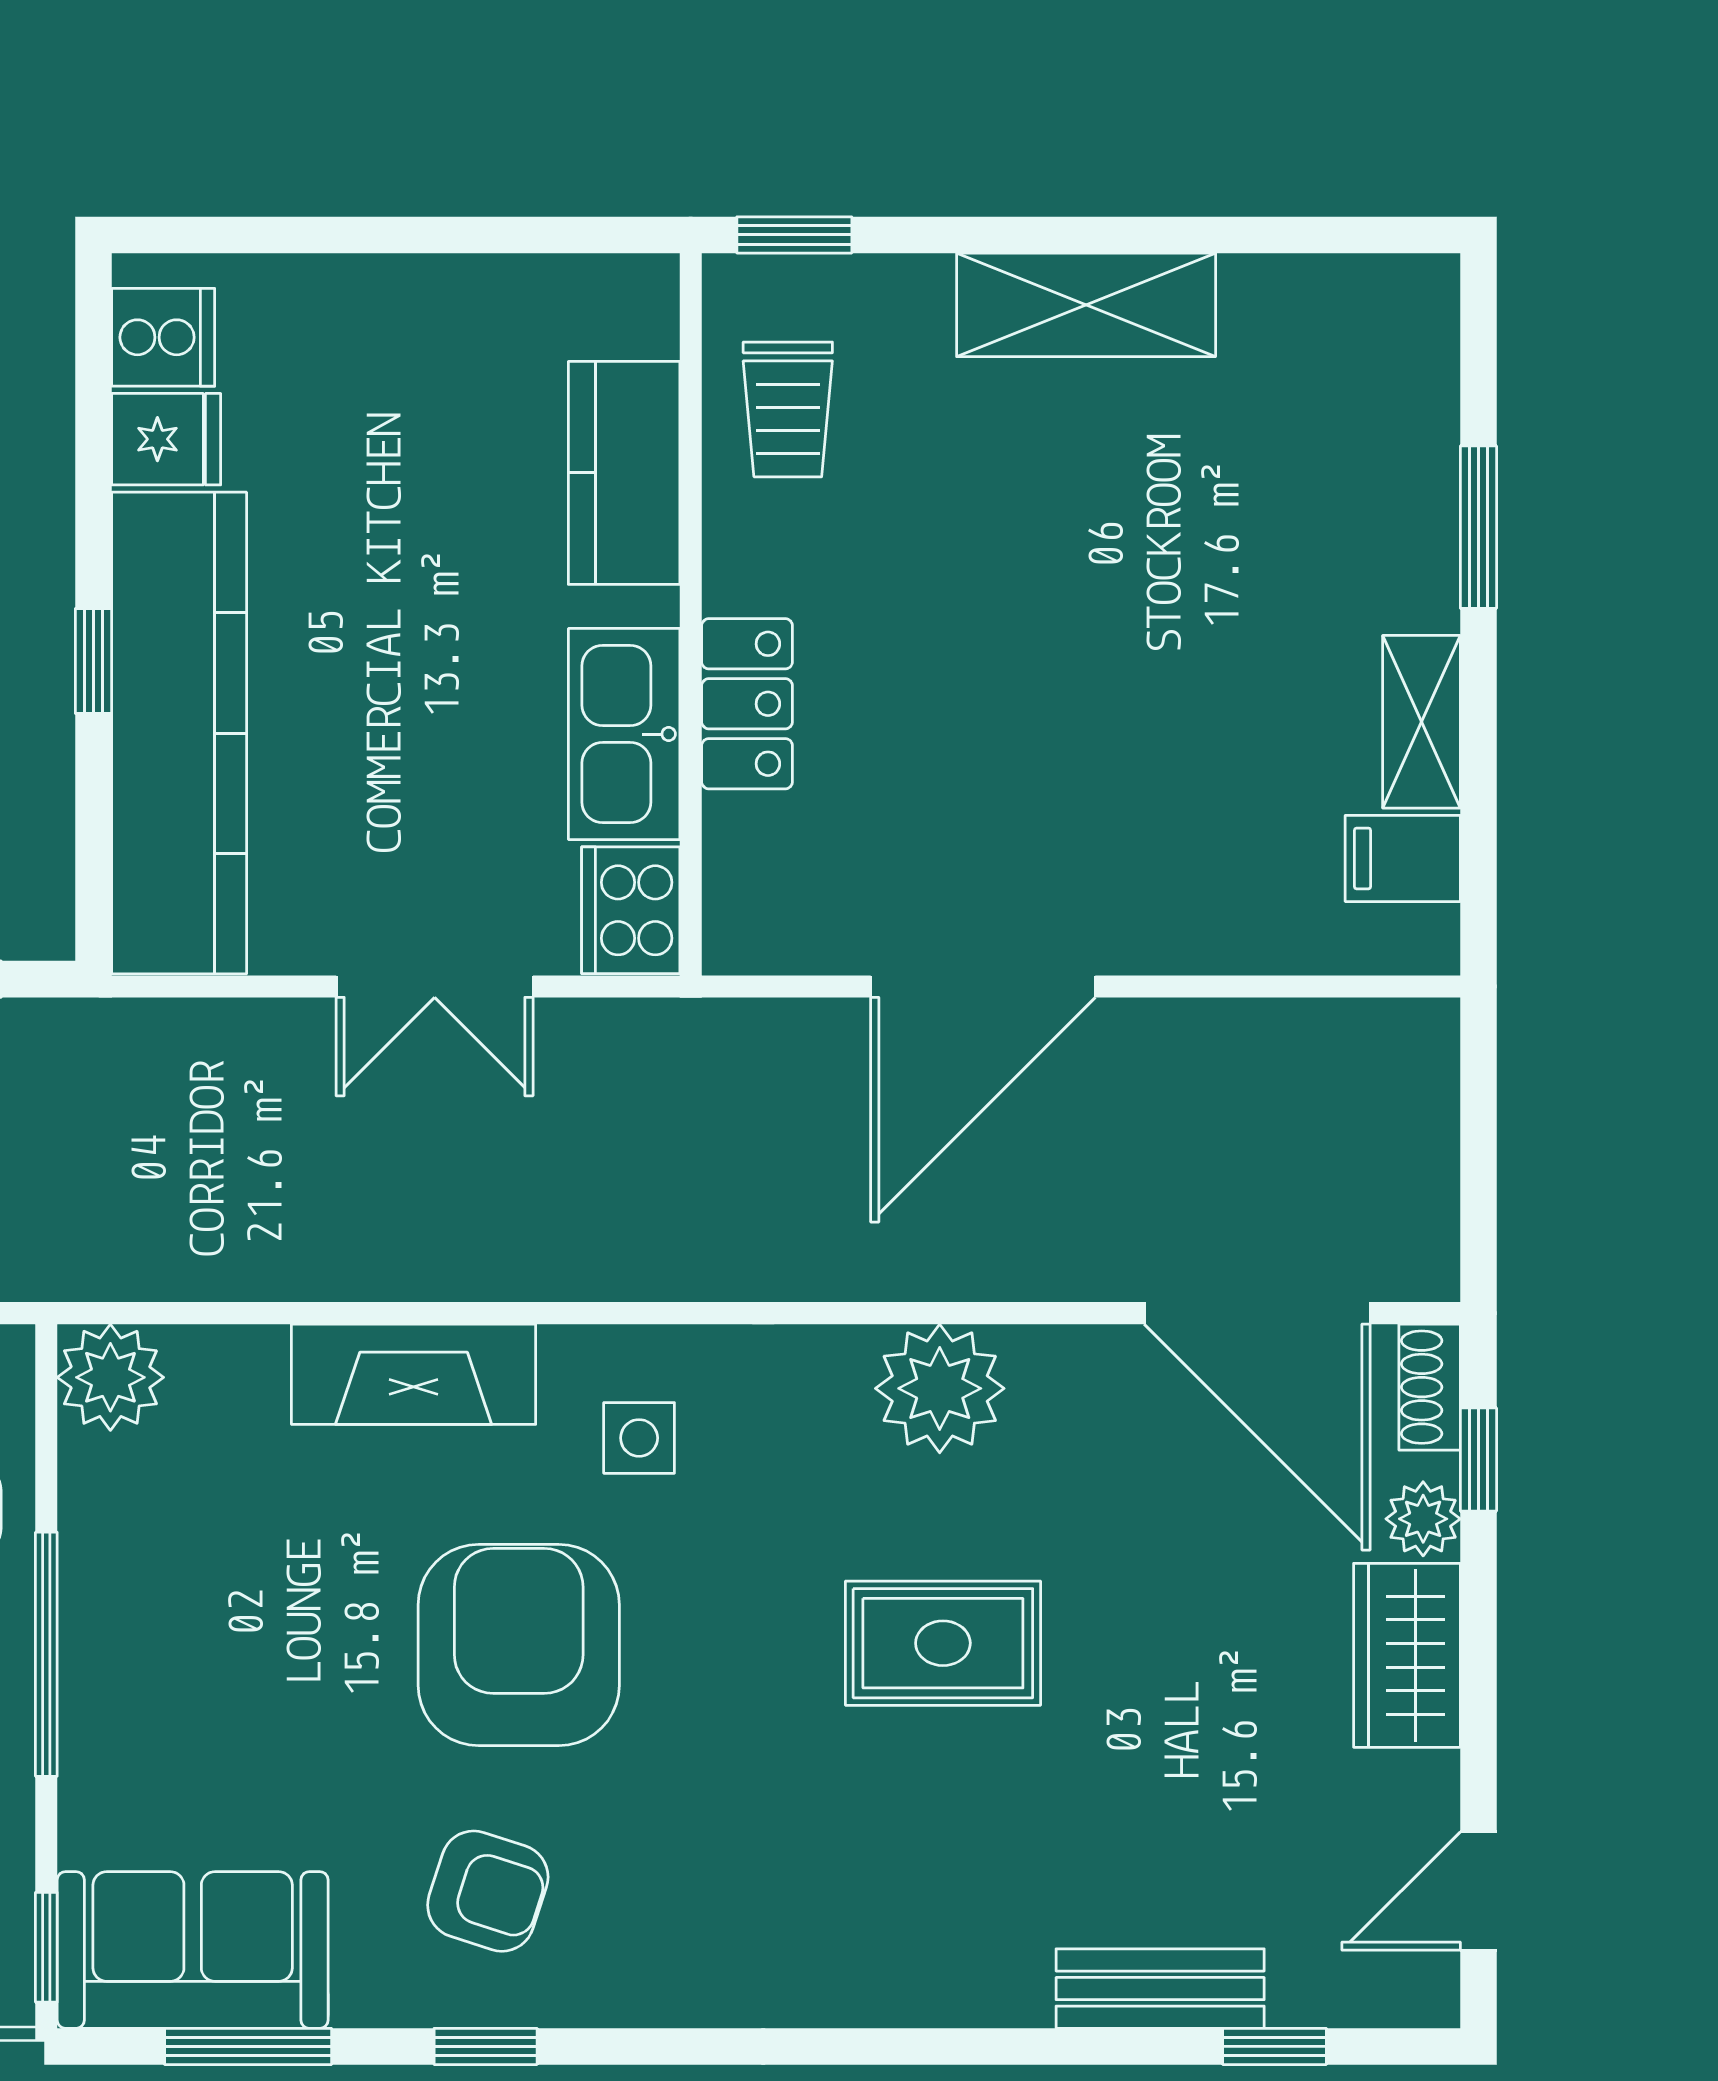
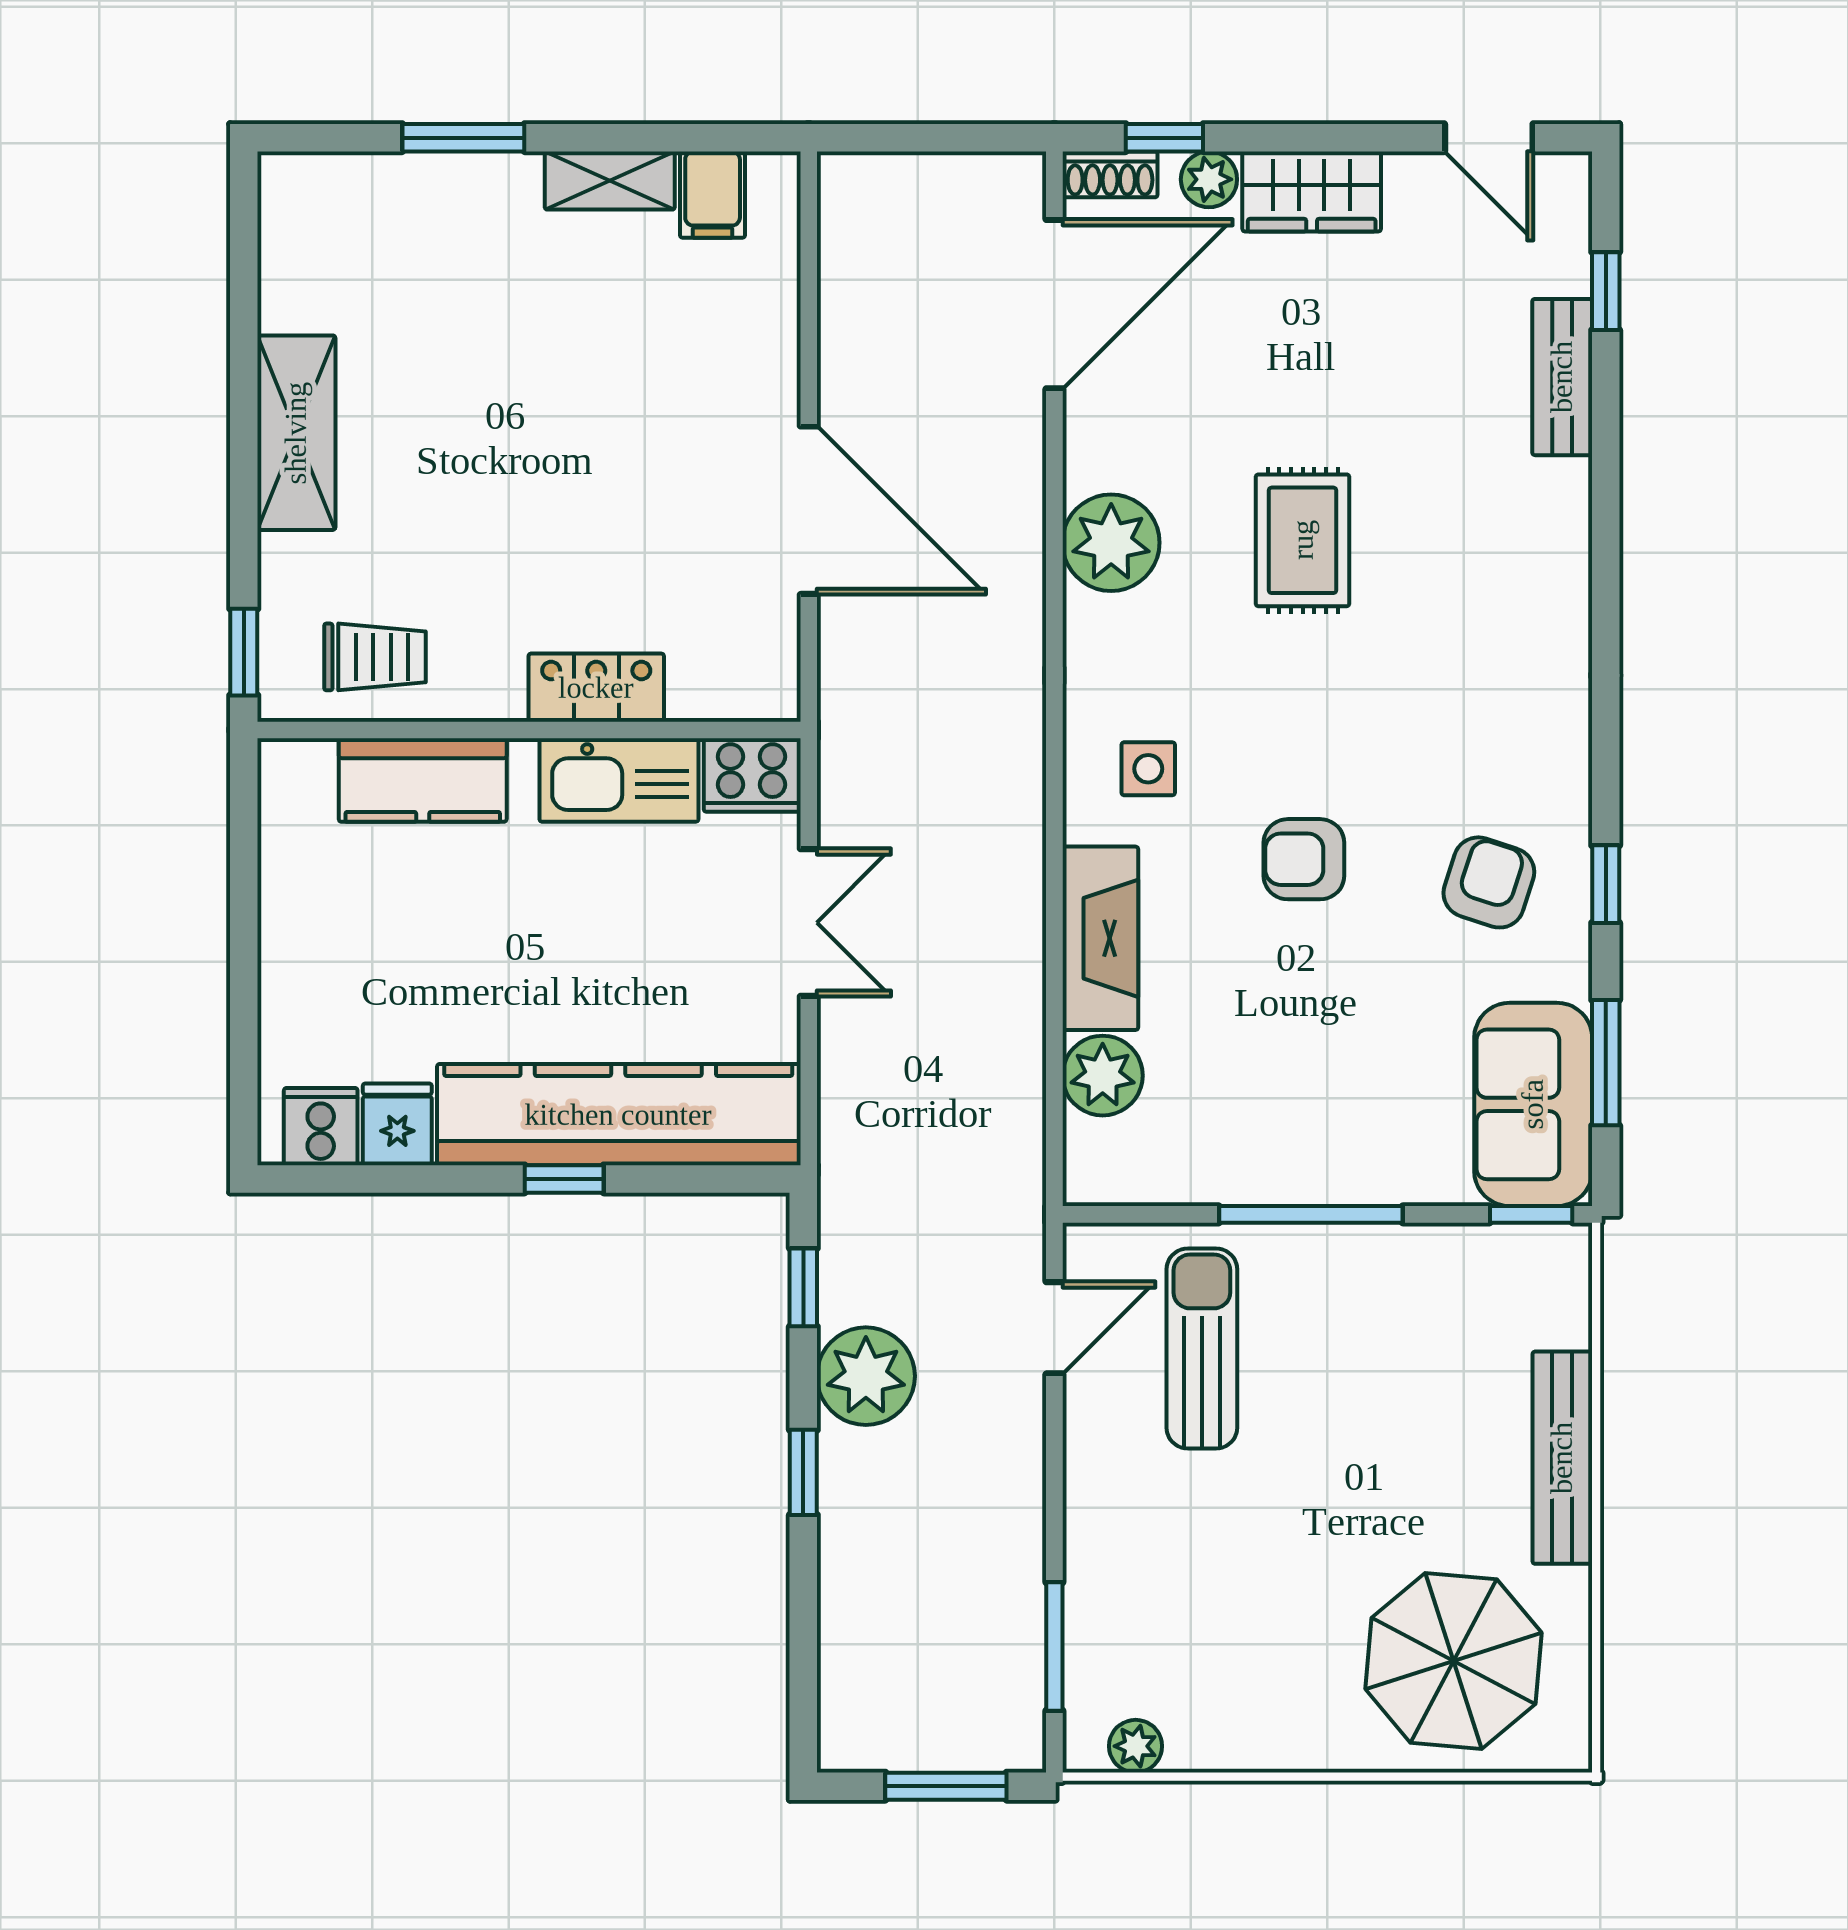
plant: (110, 1377) -> (1103, 1076), moved
armchair: (519, 1645) -> (1304, 859), width x0.53, depth x0.53

